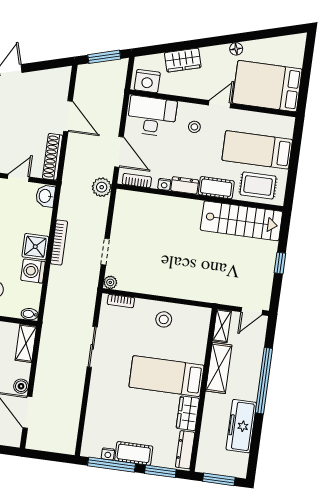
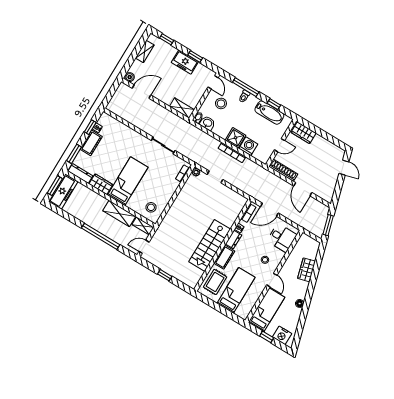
window: (306, 76) -> (267, 337), added
nightstand: (147, 81) -> (282, 335), moved, turned -90
bed: (267, 86) -> (266, 310), width x0.67
door: (68, 116) -> (303, 189), hinge flipped
desk: (152, 116) -> (282, 238), width x0.73
door: (18, 178) -> (280, 145), hinge flipped
plant: (102, 187) -> (253, 191), removed
washbasin: (45, 196) -> (208, 123), moved
stairs: (241, 221) -> (210, 245), moved
washing machine: (33, 271) -> (248, 146), moved
door: (252, 311) -> (144, 247), hinge flipped
stool: (164, 319) -> (151, 207), moved
boiler: (21, 386) -> (130, 77), moved
freezer: (241, 426) -> (63, 192), moved, turned 90
window: (111, 465) -> (90, 127), width x0.46

